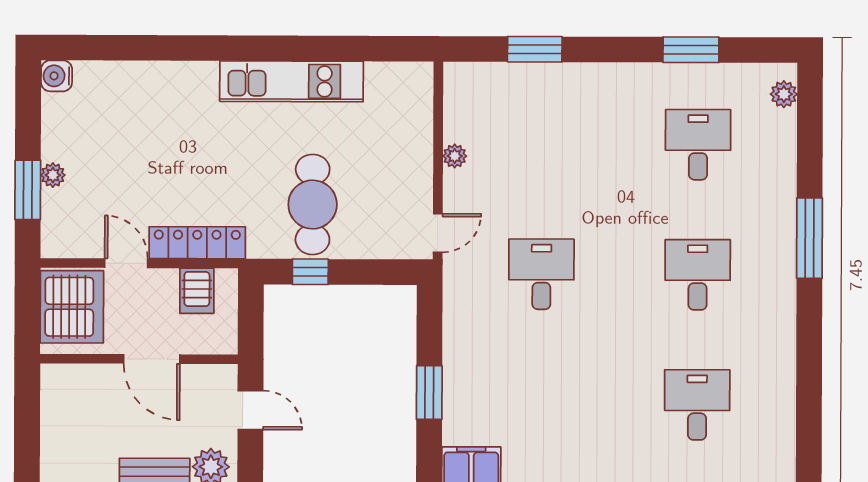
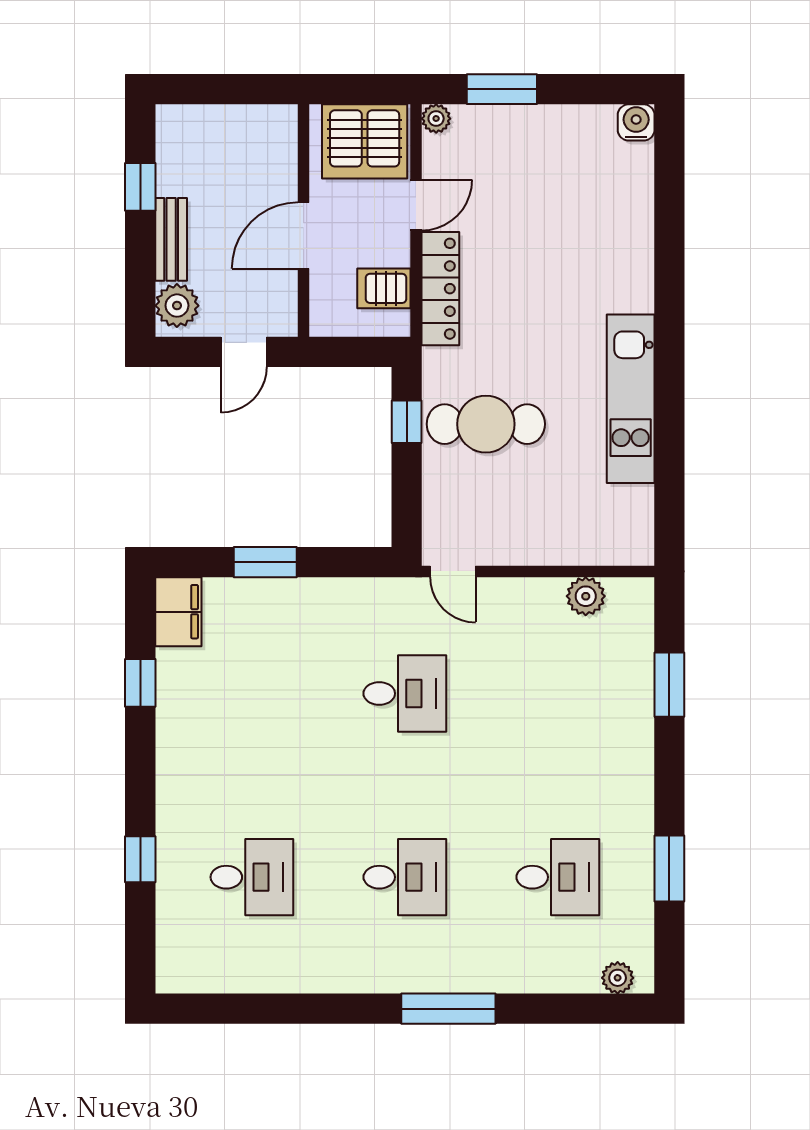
plant: (455, 156) -> (586, 596), moved, width x1.38, depth x1.38
plant: (53, 175) -> (436, 119), moved

